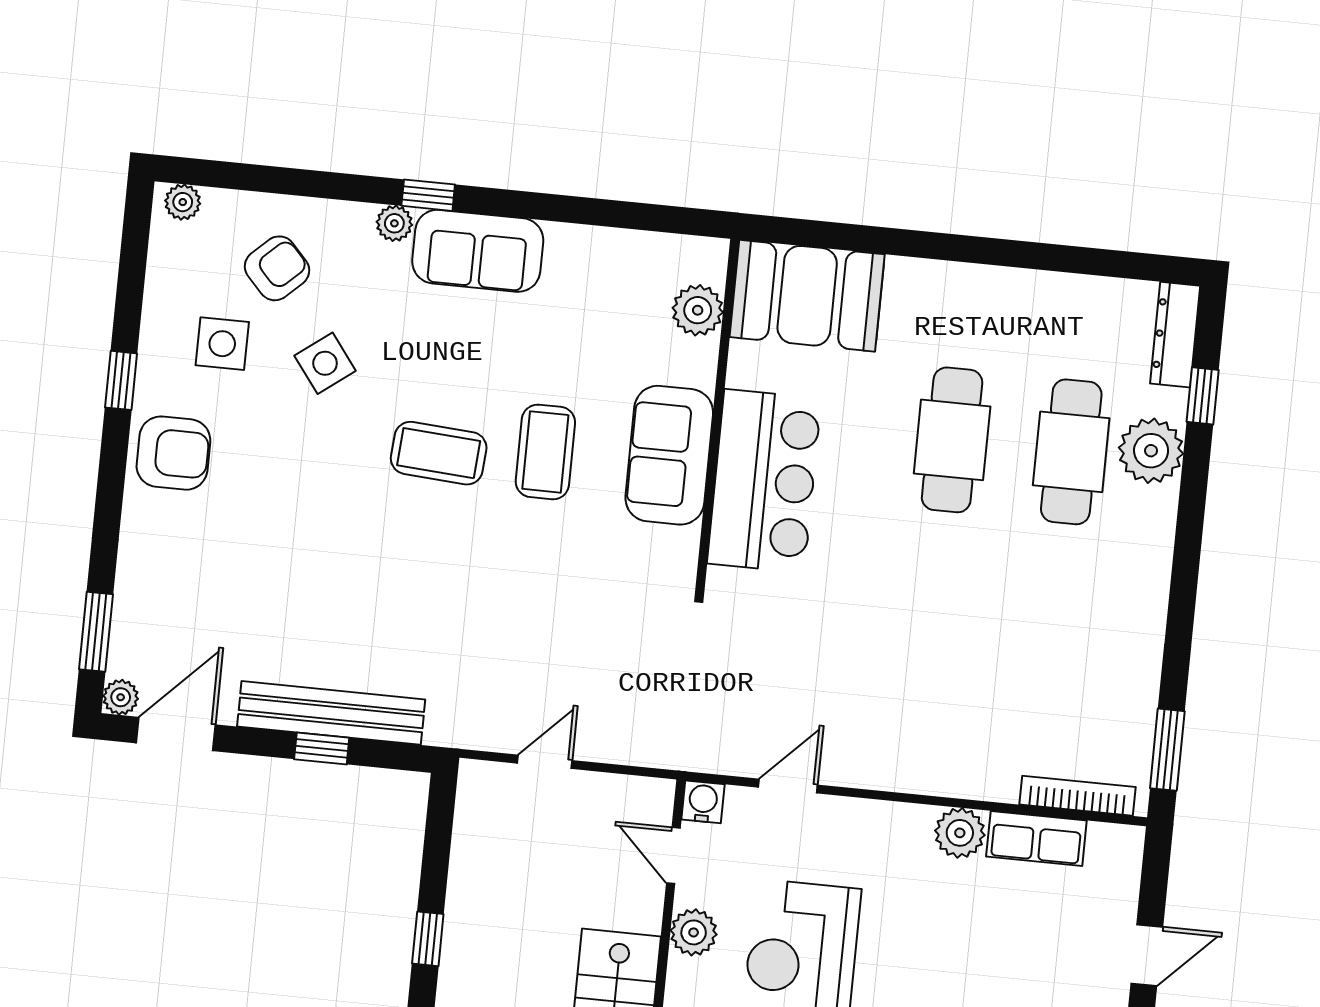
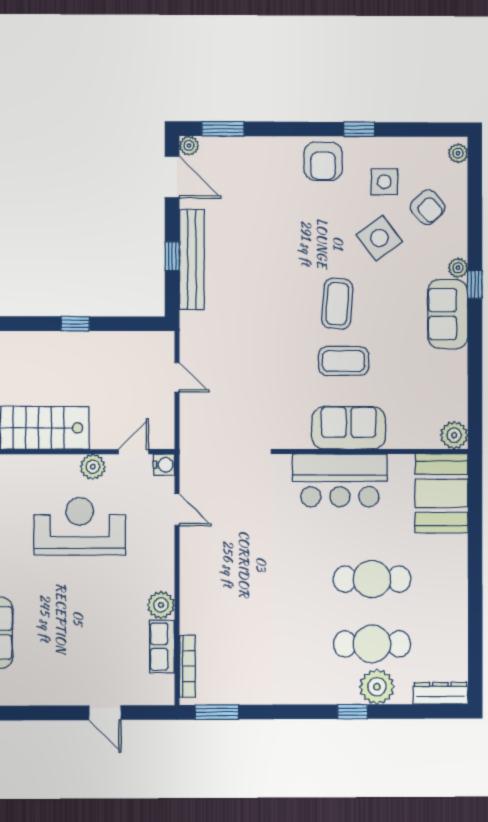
plant: (698, 310) -> (454, 435), moved
side table: (325, 363) -> (379, 238), width x1.37, depth x1.37
window: (1203, 396) -> (353, 712), moved

